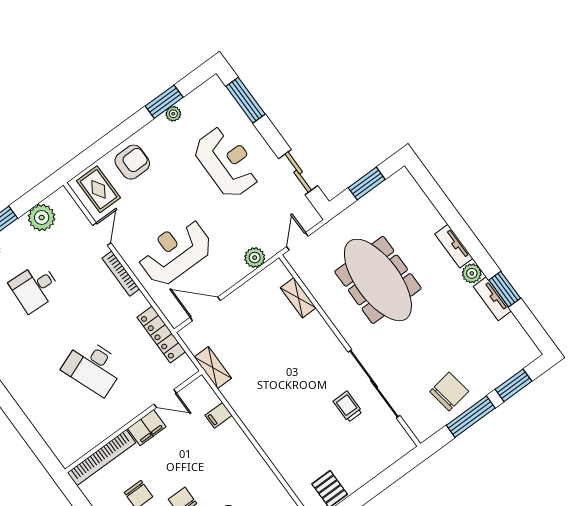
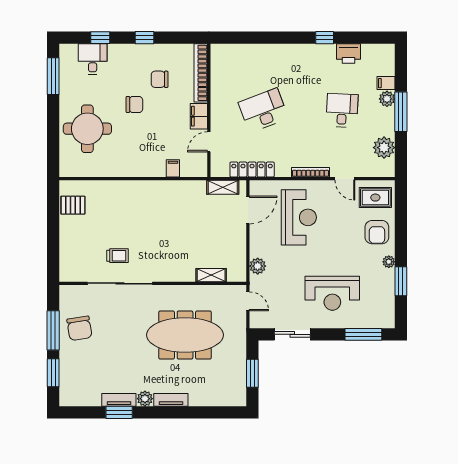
plant: (173, 114) -> (389, 262), moved
shelving: (213, 368) -> (223, 187), moved

